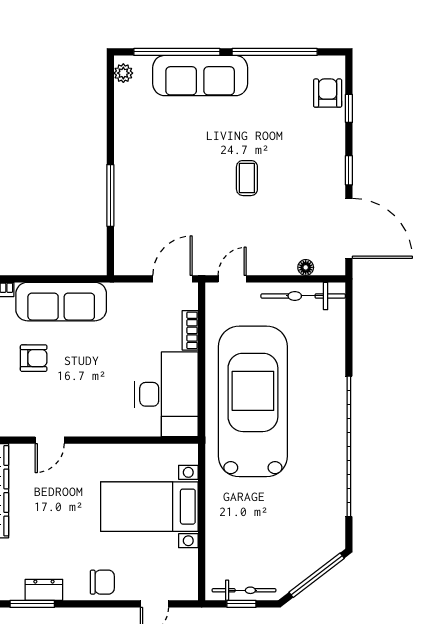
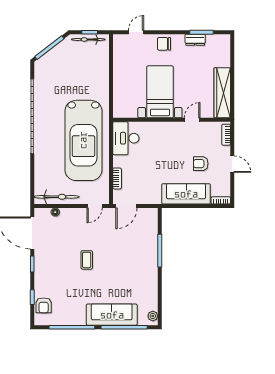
desk: (166, 394) -> (126, 138), width x0.73, depth x0.77
bed with nightstands: (149, 507) -> (160, 92), moved, turned -90

